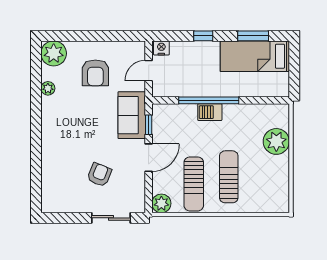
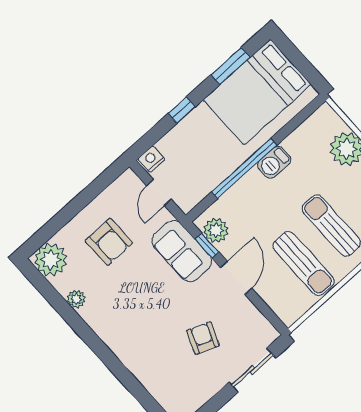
bed: (255, 56) -> (257, 92), width x1.50
barbecue: (210, 112) -> (274, 162), moved
plant: (161, 203) -> (216, 230), moved

